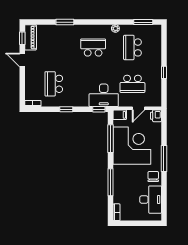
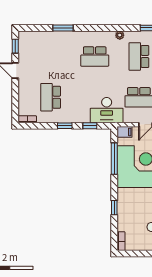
piano: (31, 37) -> (25, 45), removed
school desk: (93, 47) -> (95, 56), turned 180
window: (99, 109) -> (90, 126), moved
window: (111, 182) -> (114, 208), width x0.46

